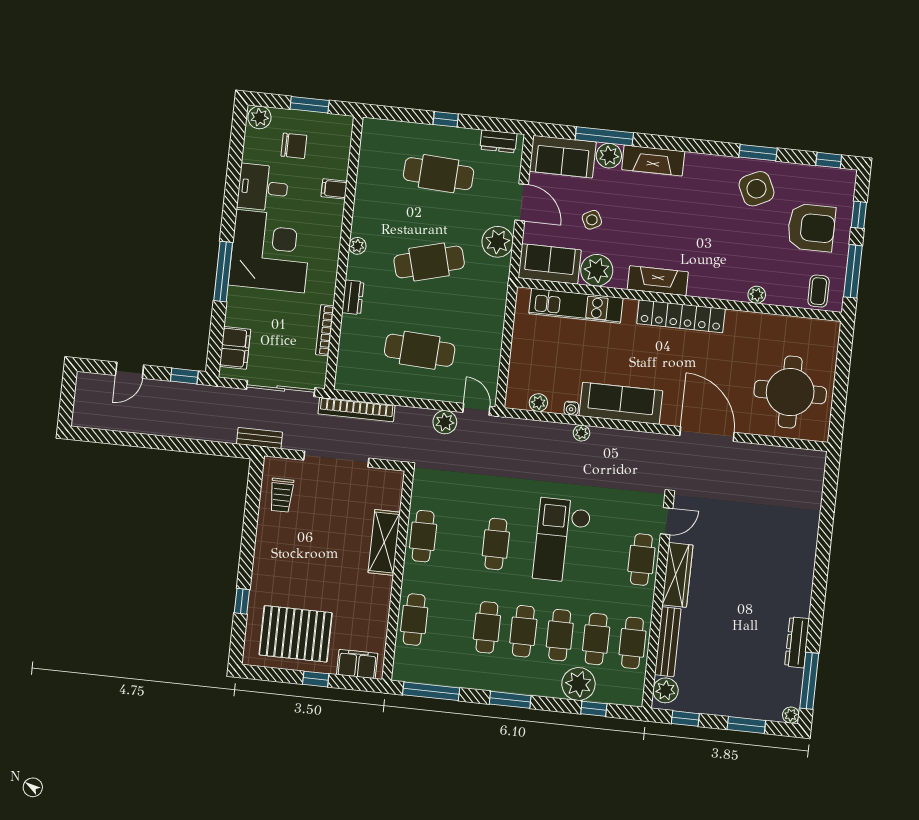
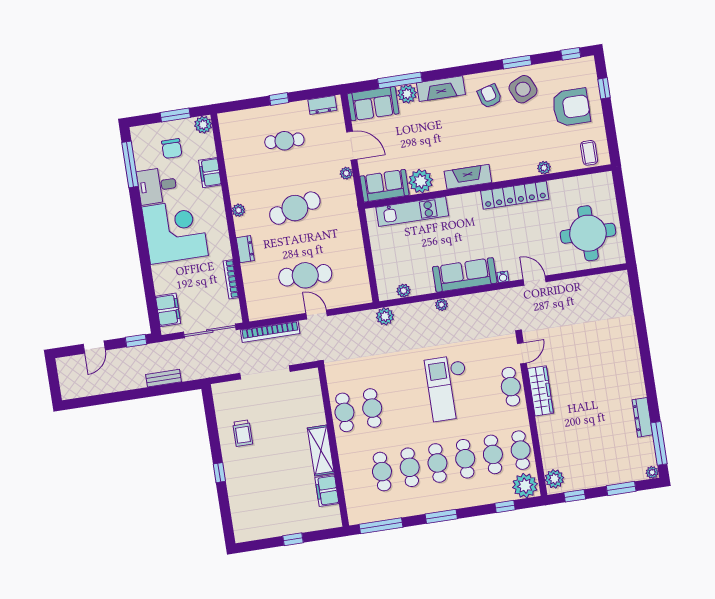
plant: (259, 117) -> (203, 125), moved
chair: (294, 146) -> (172, 149), turned 90
cafe table: (439, 174) -> (284, 141), width x0.73, depth x0.74
armchair: (712, 186) -> (490, 96), added
filing cabinet: (334, 189) -> (210, 173), width x2.00
side table: (592, 220) -> (407, 145), removed
plant: (498, 242) -> (346, 173), width x0.53, depth x0.53
window: (853, 271) -> (611, 131), removed
window: (223, 272) -> (130, 164), moved
locker: (681, 316) -> (515, 195), moved
water cooler: (571, 408) -> (503, 277), moved
door: (476, 409) -> (317, 314), moved
plant: (445, 422) -> (385, 316), moved
door: (707, 434) -> (535, 281), width x0.53
bench: (259, 438) -> (164, 378), moved
trolley: (281, 495) -> (243, 433), moved
shelving: (384, 542) -> (321, 450), moved
cafe table: (496, 544) -> (372, 408), moved
window: (242, 601) -> (219, 473), moved
cafe table: (414, 620) -> (382, 472), moved
pallet: (296, 634) -> (269, 510), removed
bench: (668, 642) -> (547, 442), removed
filing cabinet: (357, 664) -> (327, 491), moved, turned -90
plant: (578, 684) -> (525, 486), moved

